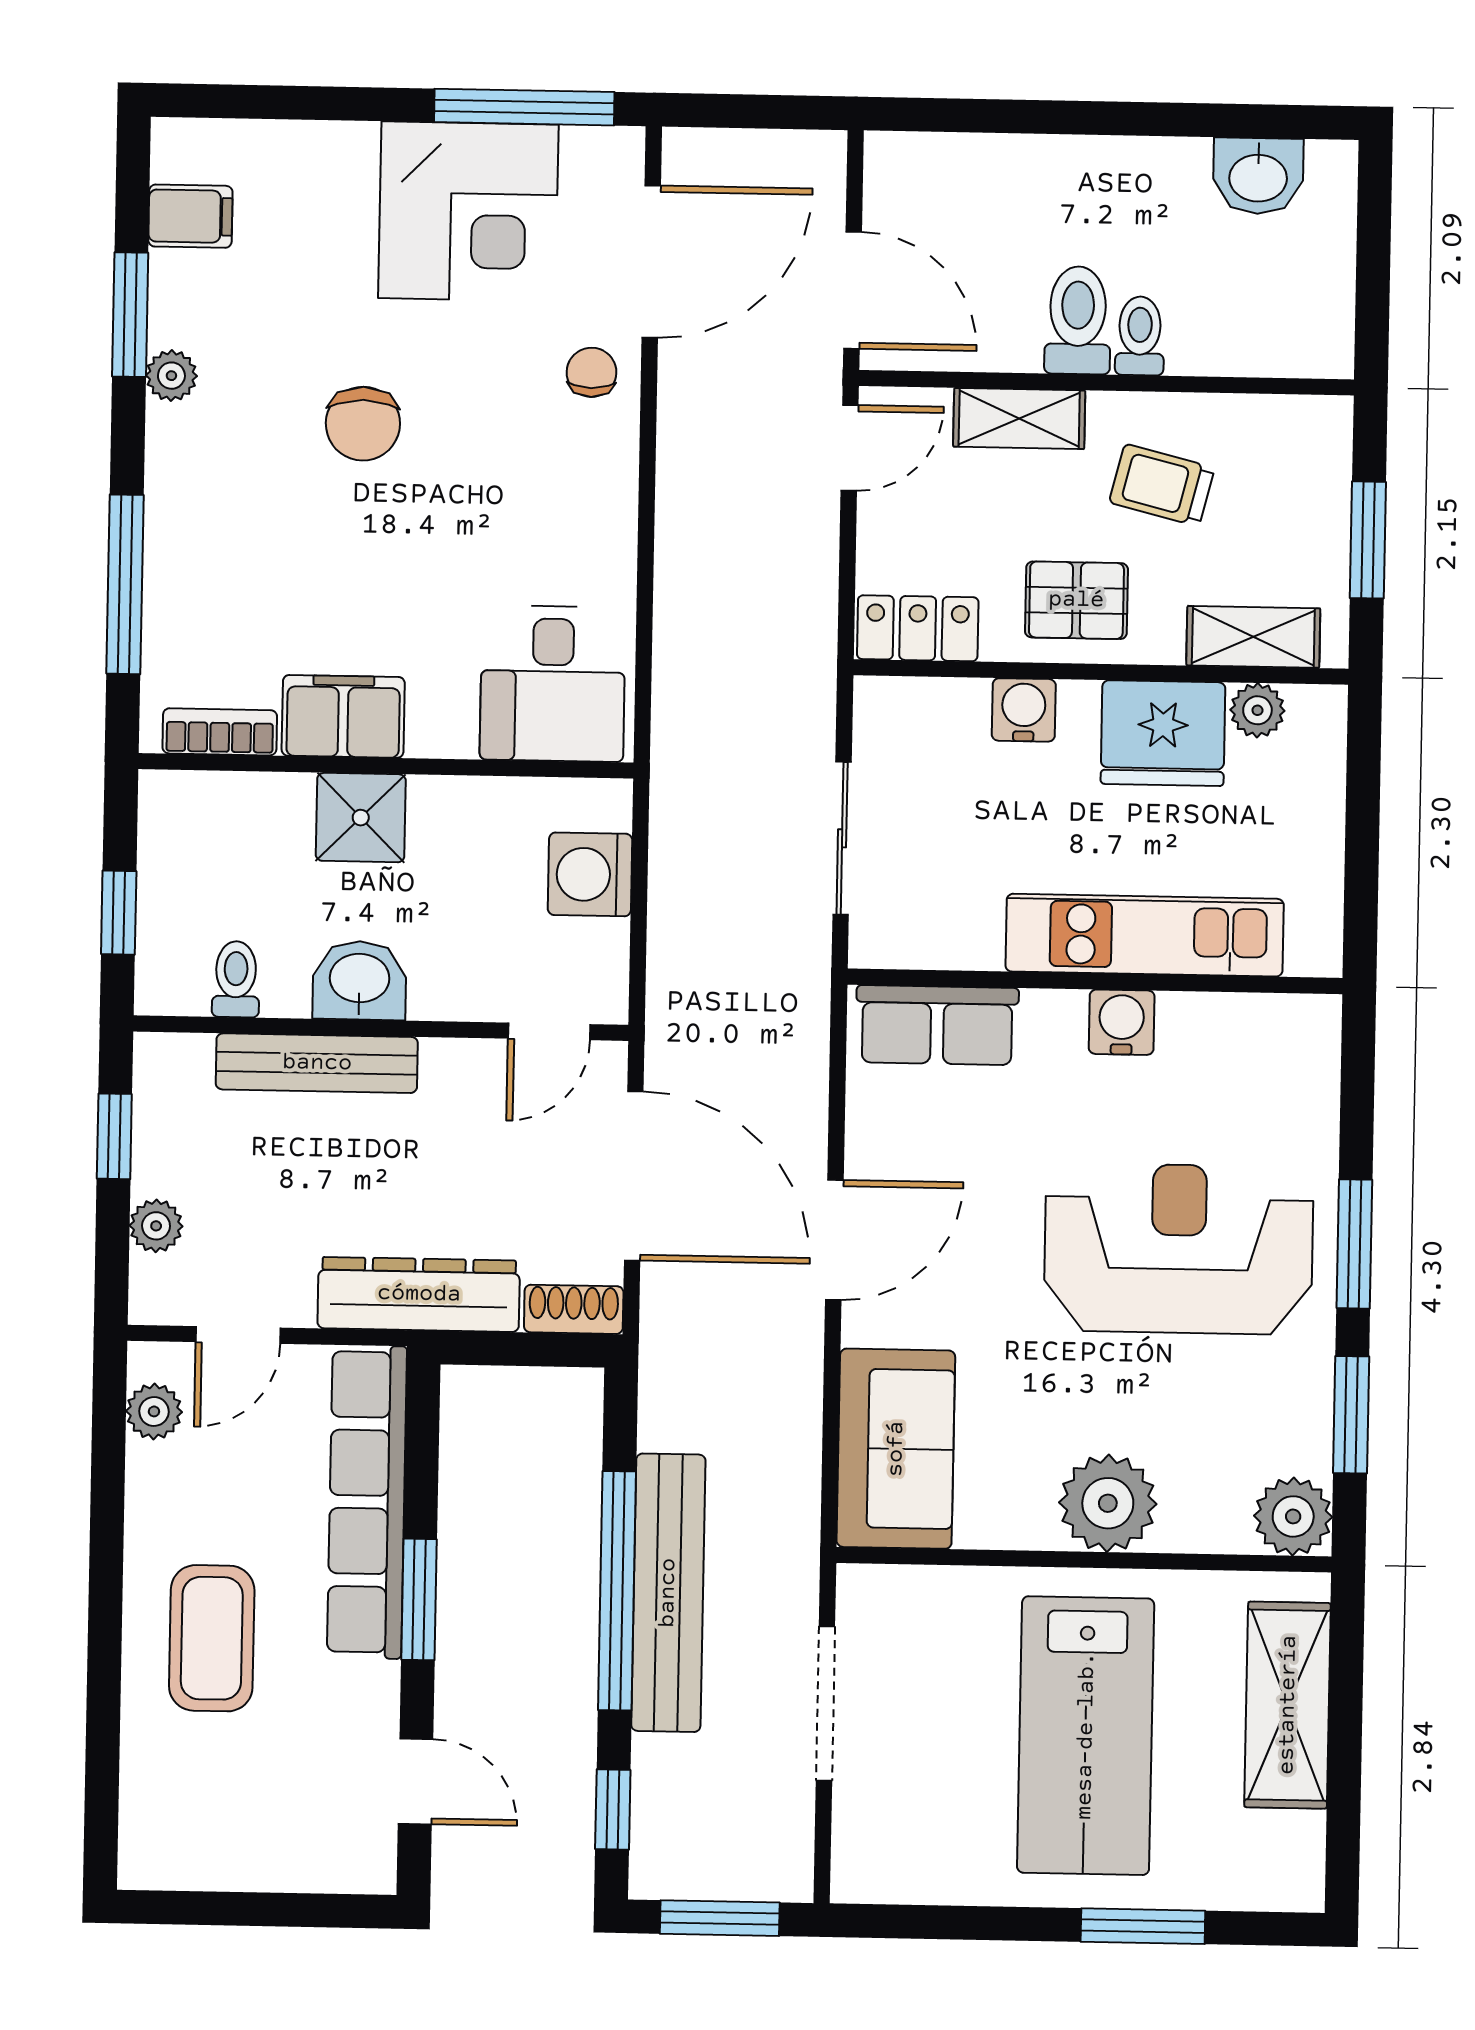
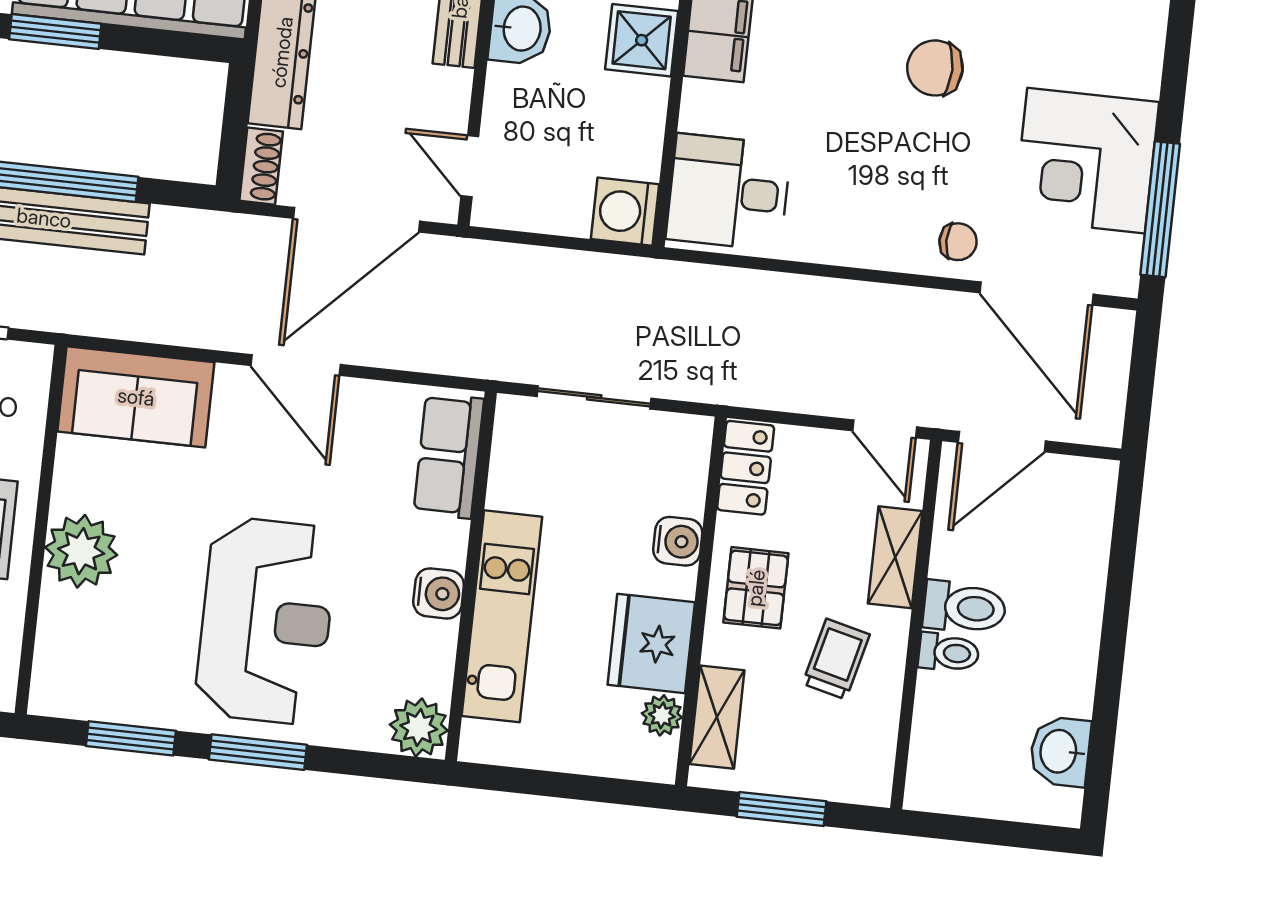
washing machine: (590, 874) -> (625, 212), moved, turned -90
plant: (1293, 1516) -> (419, 727), moved

